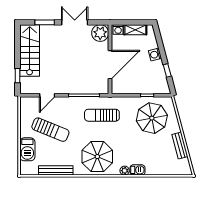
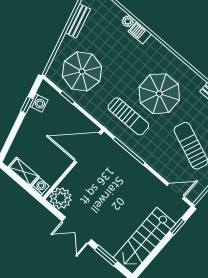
washing machine: (155, 54) -> (39, 103), moved
door: (110, 65) -> (88, 148), moved
door: (47, 95) -> (176, 191), moved
parasol: (97, 157) -> (159, 94), moved
plant: (125, 171) -> (128, 21), moved

